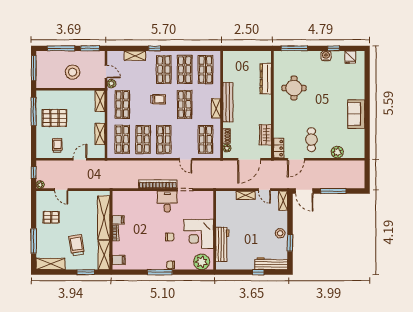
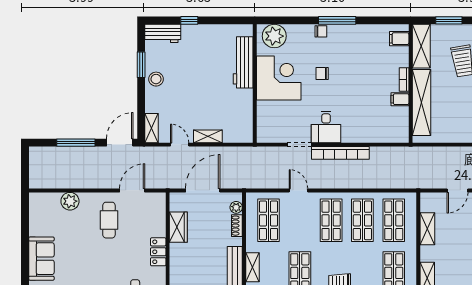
locker: (279, 148) -> (158, 252), moved
door: (304, 191) -> (120, 143), hinge flipped
workbench: (271, 264) -> (163, 33), width x0.73

